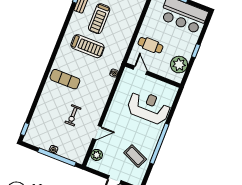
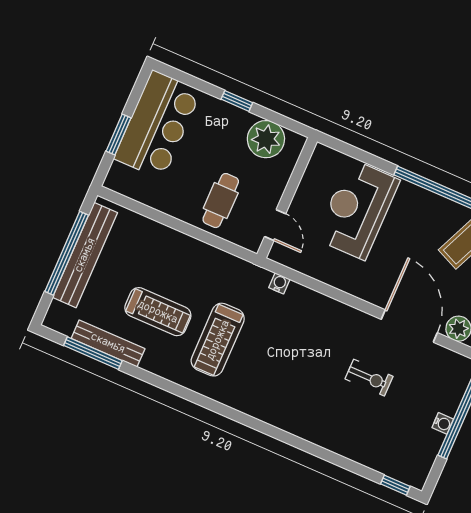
treadmill: (88, 46) -> (218, 340), turned 180
door: (140, 70) -> (275, 225), swing flipped
exercise mat: (65, 79) -> (288, 392), removed
door: (97, 133) -> (409, 326), width x1.88

